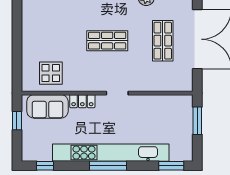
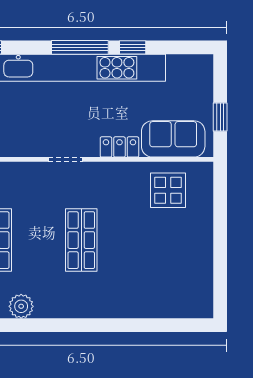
shop shelf: (107, 41) -> (81, 240), turned 90
window: (45, 166) -> (133, 47), moved

